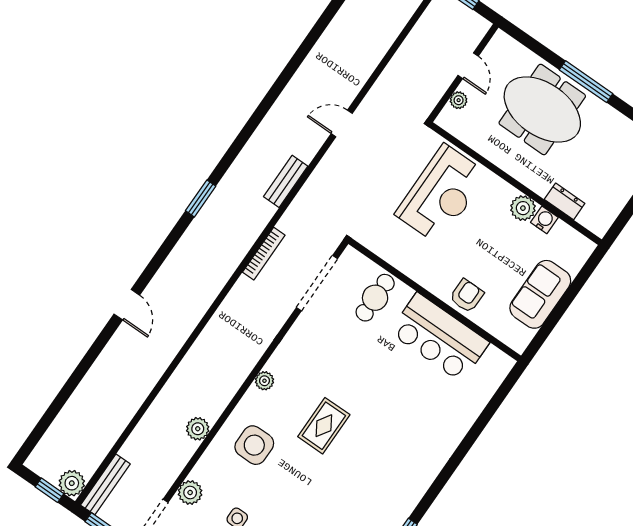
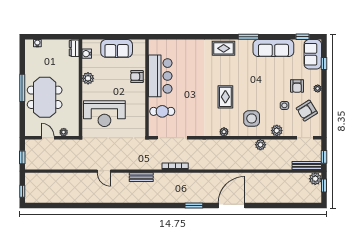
door: (468, 66) -> (48, 138), hinge flipped
reception desk: (441, 194) -> (104, 114), turned 180
window: (201, 198) -> (194, 205), moved
dresser: (565, 201) -> (74, 48), moved
water cooler: (544, 220) -> (87, 54), moved
door: (127, 305) -> (232, 205), width x1.88
rug: (324, 426) -> (225, 97), turned 90
rug: (411, 481) -> (224, 48), added
plant: (190, 493) -> (277, 131), moved

